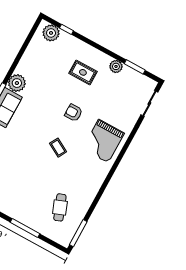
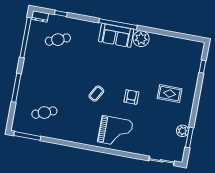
plant: (51, 33) -> (195, 54), removed
plant: (116, 66) -> (182, 131), moved
rug: (83, 72) -> (170, 94), turned 90
grand piano: (103, 141) -> (115, 131), turned 180

